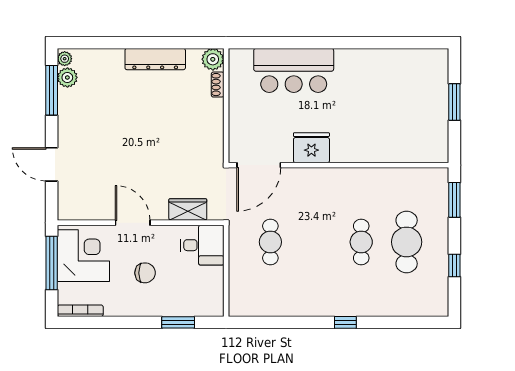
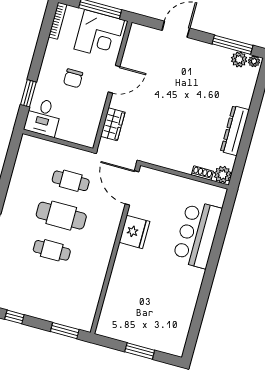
cafe table: (407, 242) -> (61, 216), moved
desk: (202, 245) -> (43, 117), moved

